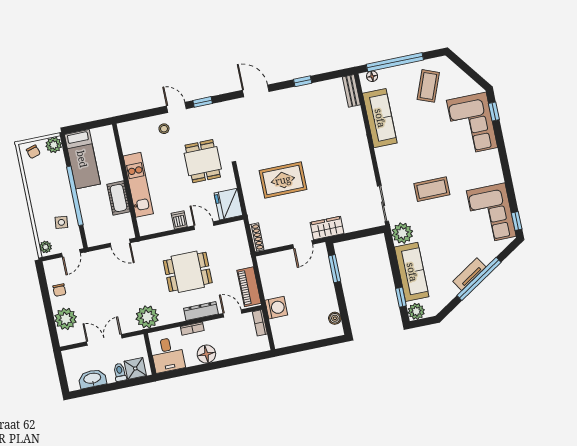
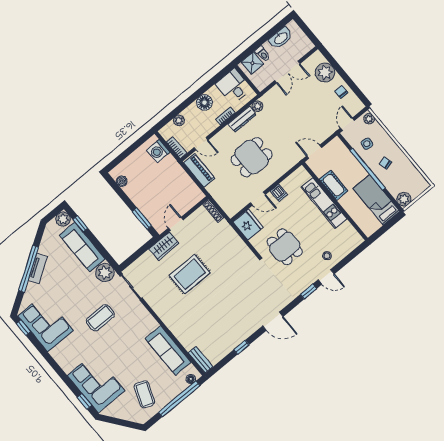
chair: (33, 152) -> (385, 163), moved
rug: (283, 180) -> (190, 274), moved
washing machine: (276, 308) -> (158, 151), moved
dresser: (201, 311) -> (242, 119), moved
plant: (147, 317) -> (258, 106), width x0.53, depth x0.53
plant: (242, 349) -> (179, 120), added

